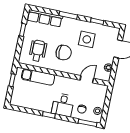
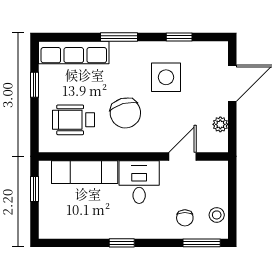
wheelchair: (38, 51) -> (73, 120), turned -90
chair: (64, 53) -> (125, 113), turned 74
desk: (63, 105) -> (139, 182), moved, turned 180

